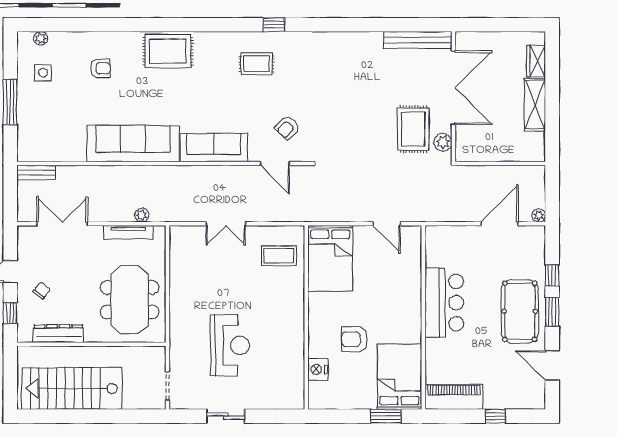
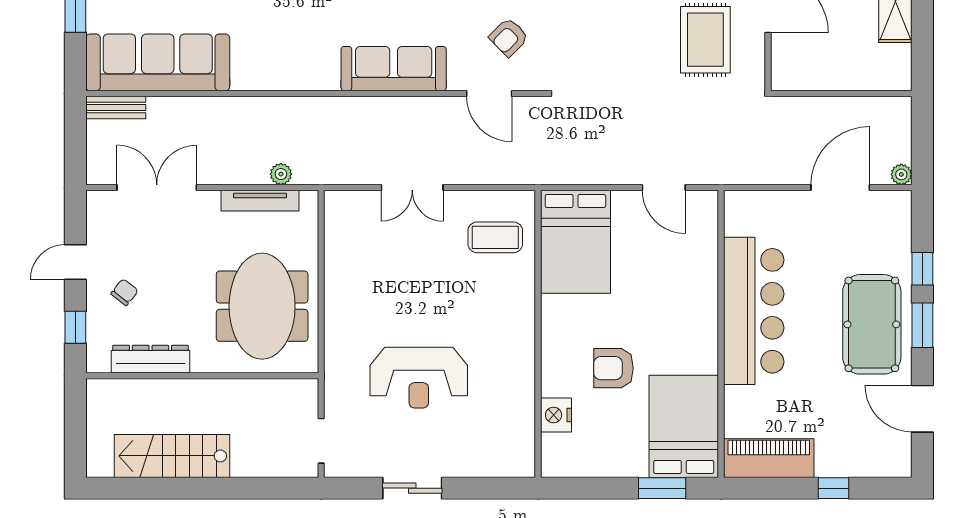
plant: (443, 142) -> (752, 60), removed
sofa: (133, 144) -> (158, 62), moved
bar counter: (444, 303) -> (754, 311), width x1.36
reception desk: (230, 345) -> (419, 378), turned 90
stairs: (72, 388) -> (172, 456), width x0.73, depth x0.66

